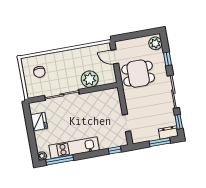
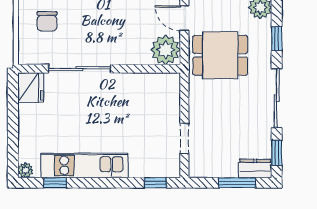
plant: (90, 79) -> (166, 50), moved
fridge: (39, 122) -> (31, 88), moved
window: (60, 160) -> (55, 183), width x0.46

